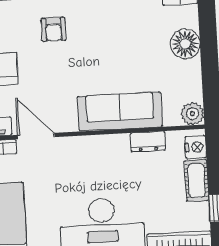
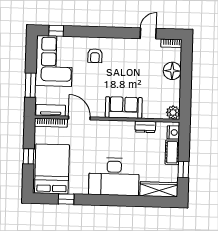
sofa: (120, 112) -> (124, 107), width x0.73

